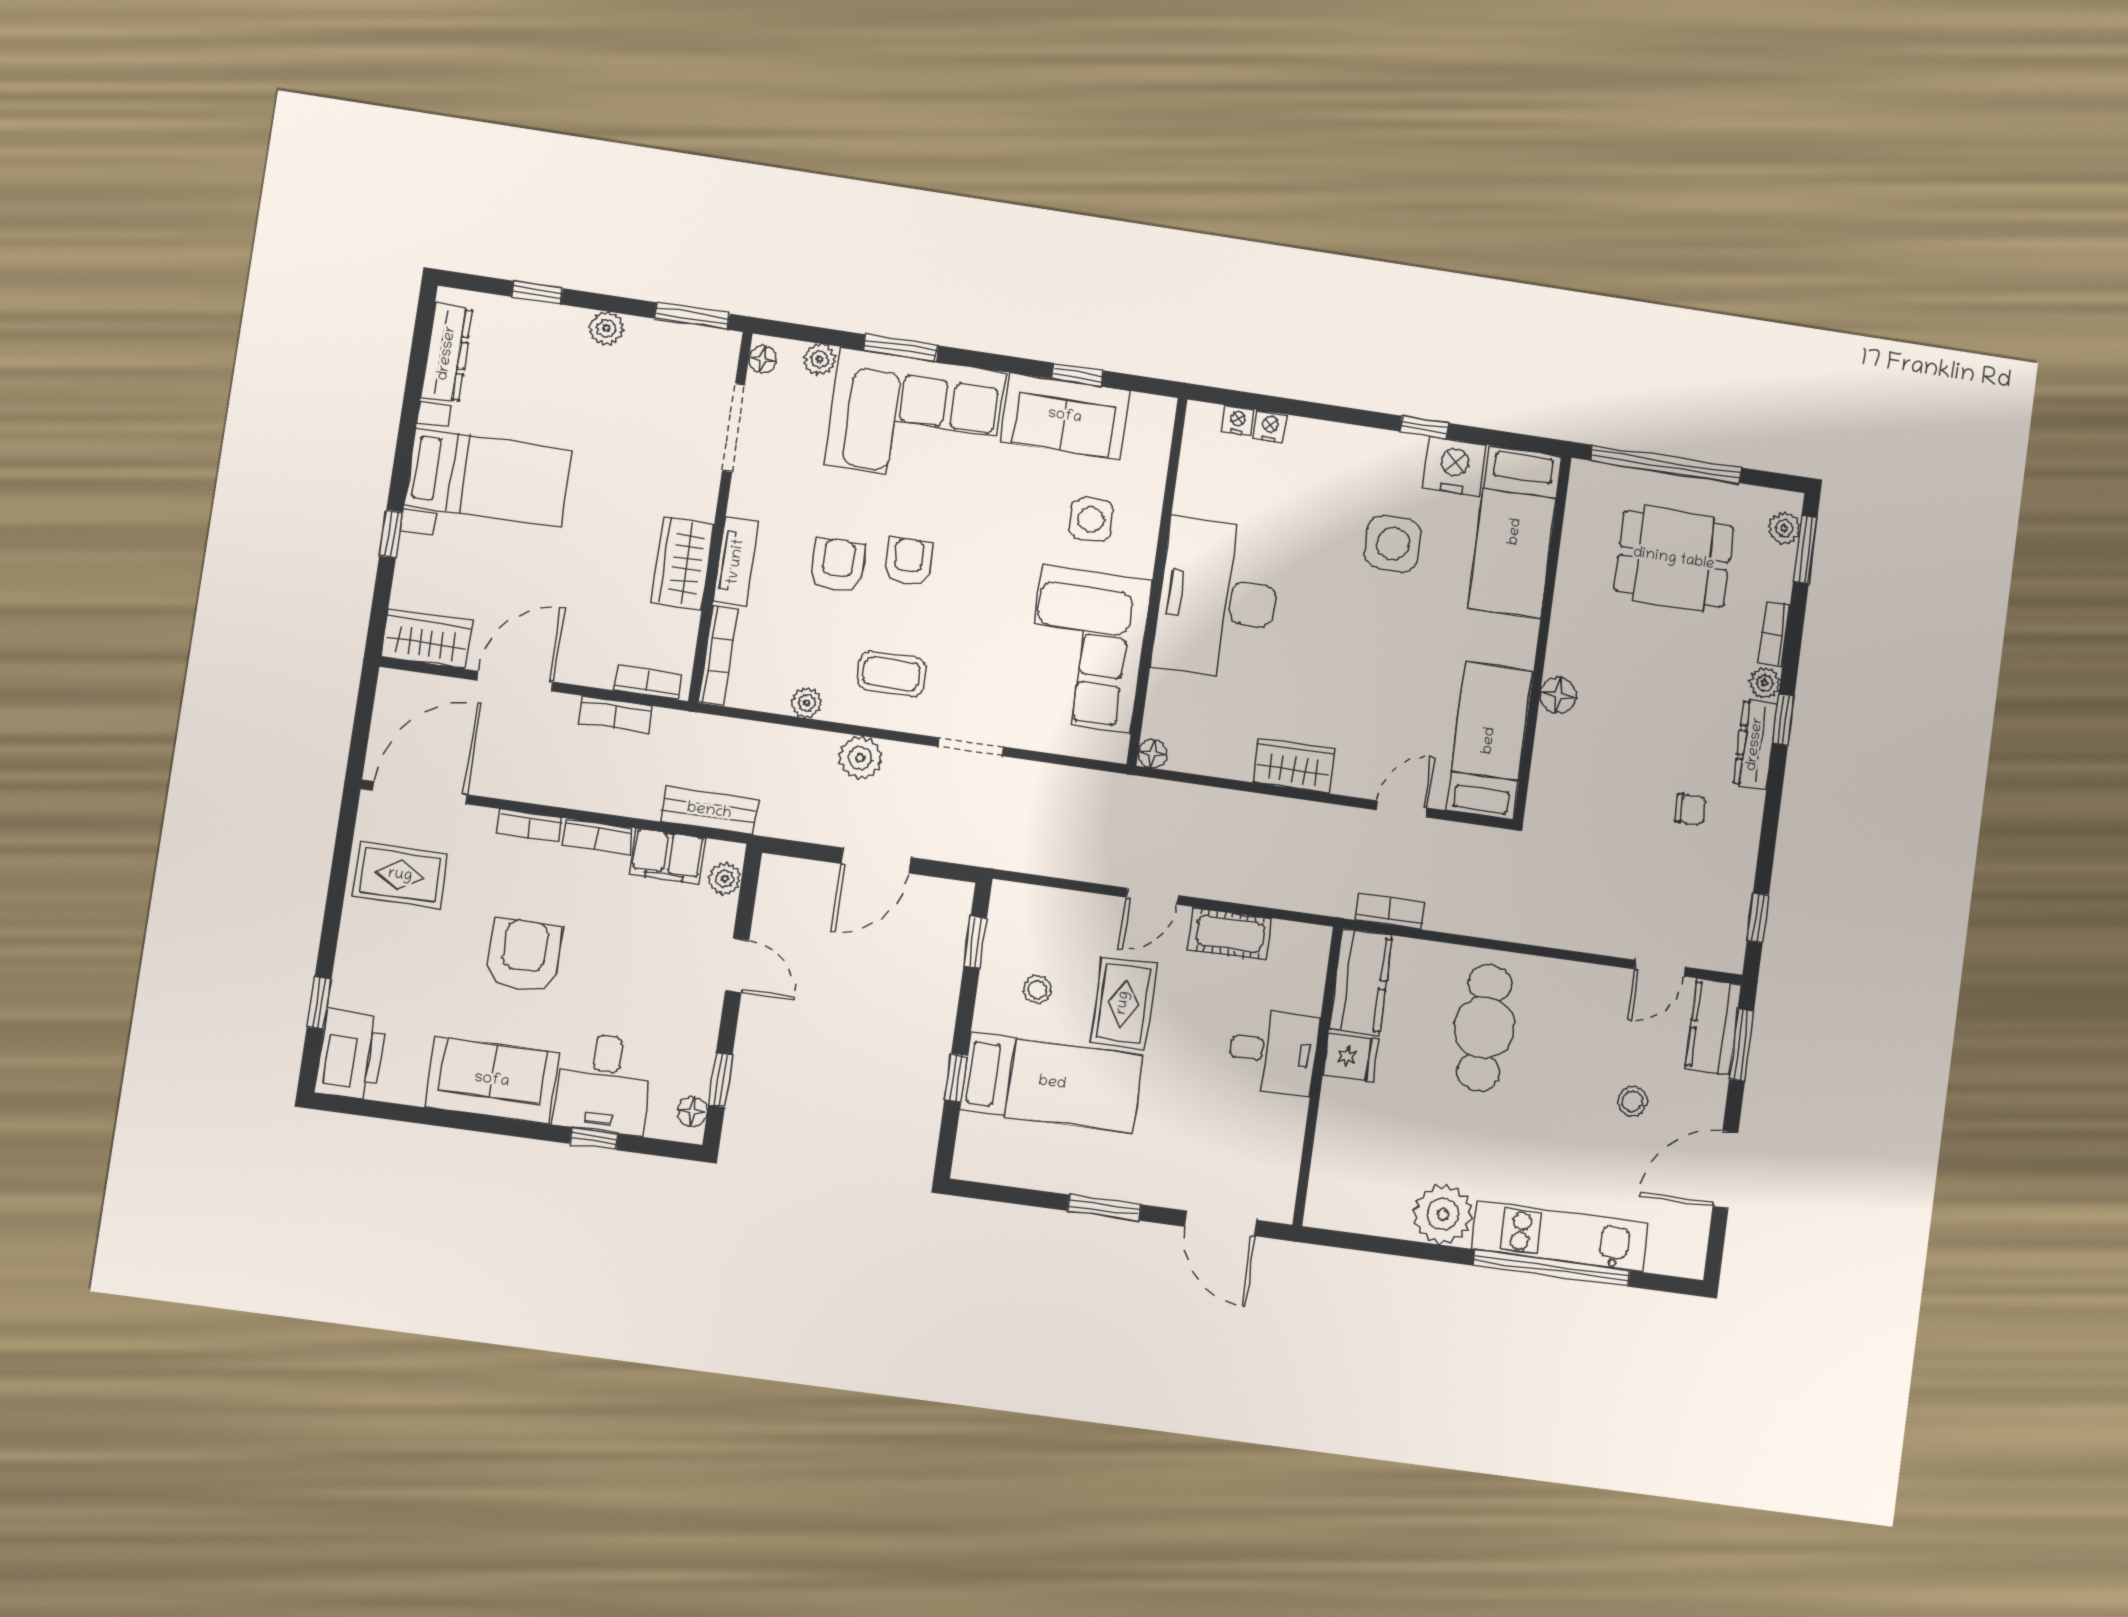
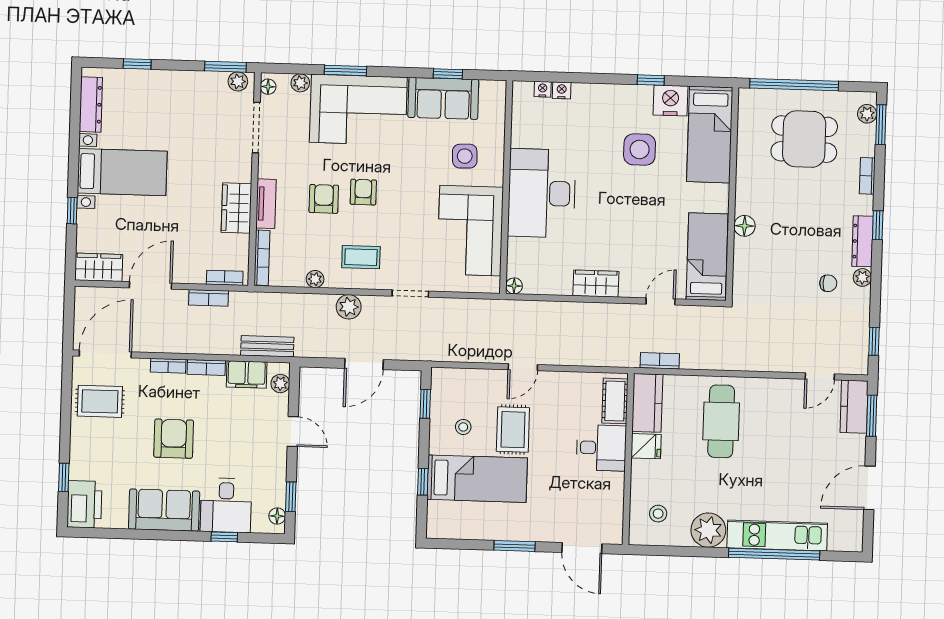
plant: (606, 328) -> (238, 81), moved
plant: (1765, 683) -> (862, 277), moved
cot: (1230, 934) -> (615, 401), moved, turned 90
stool: (1632, 1101) -> (658, 514), moved

